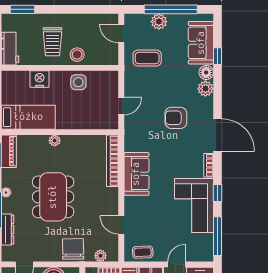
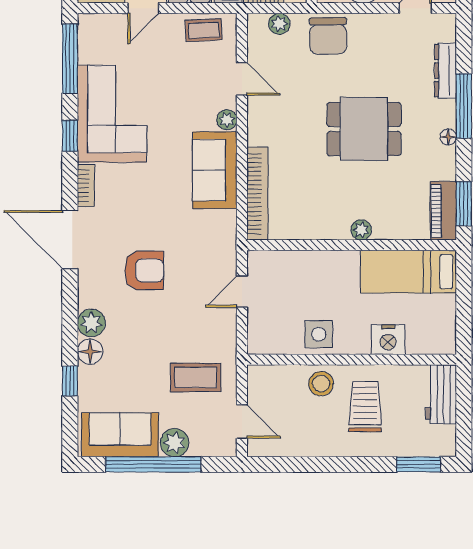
sofa: (201, 43) -> (120, 435), moved, turned -90
dining table: (53, 197) -> (364, 129), width x0.73
plant: (130, 202) -> (227, 120), added

